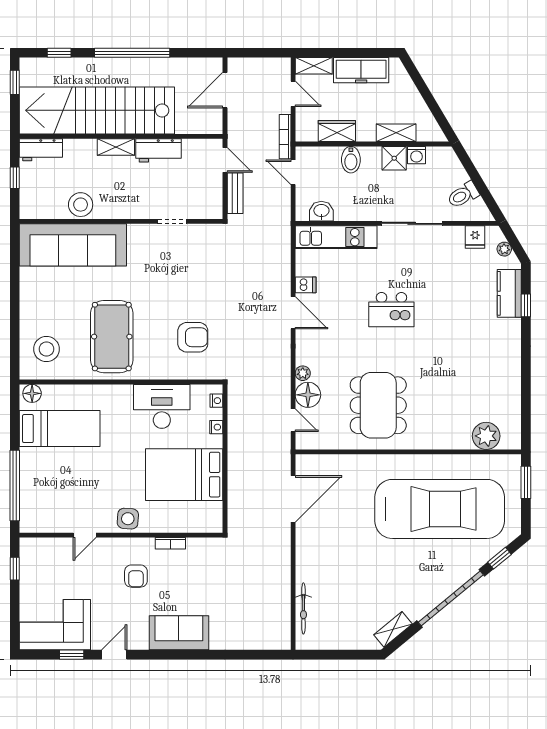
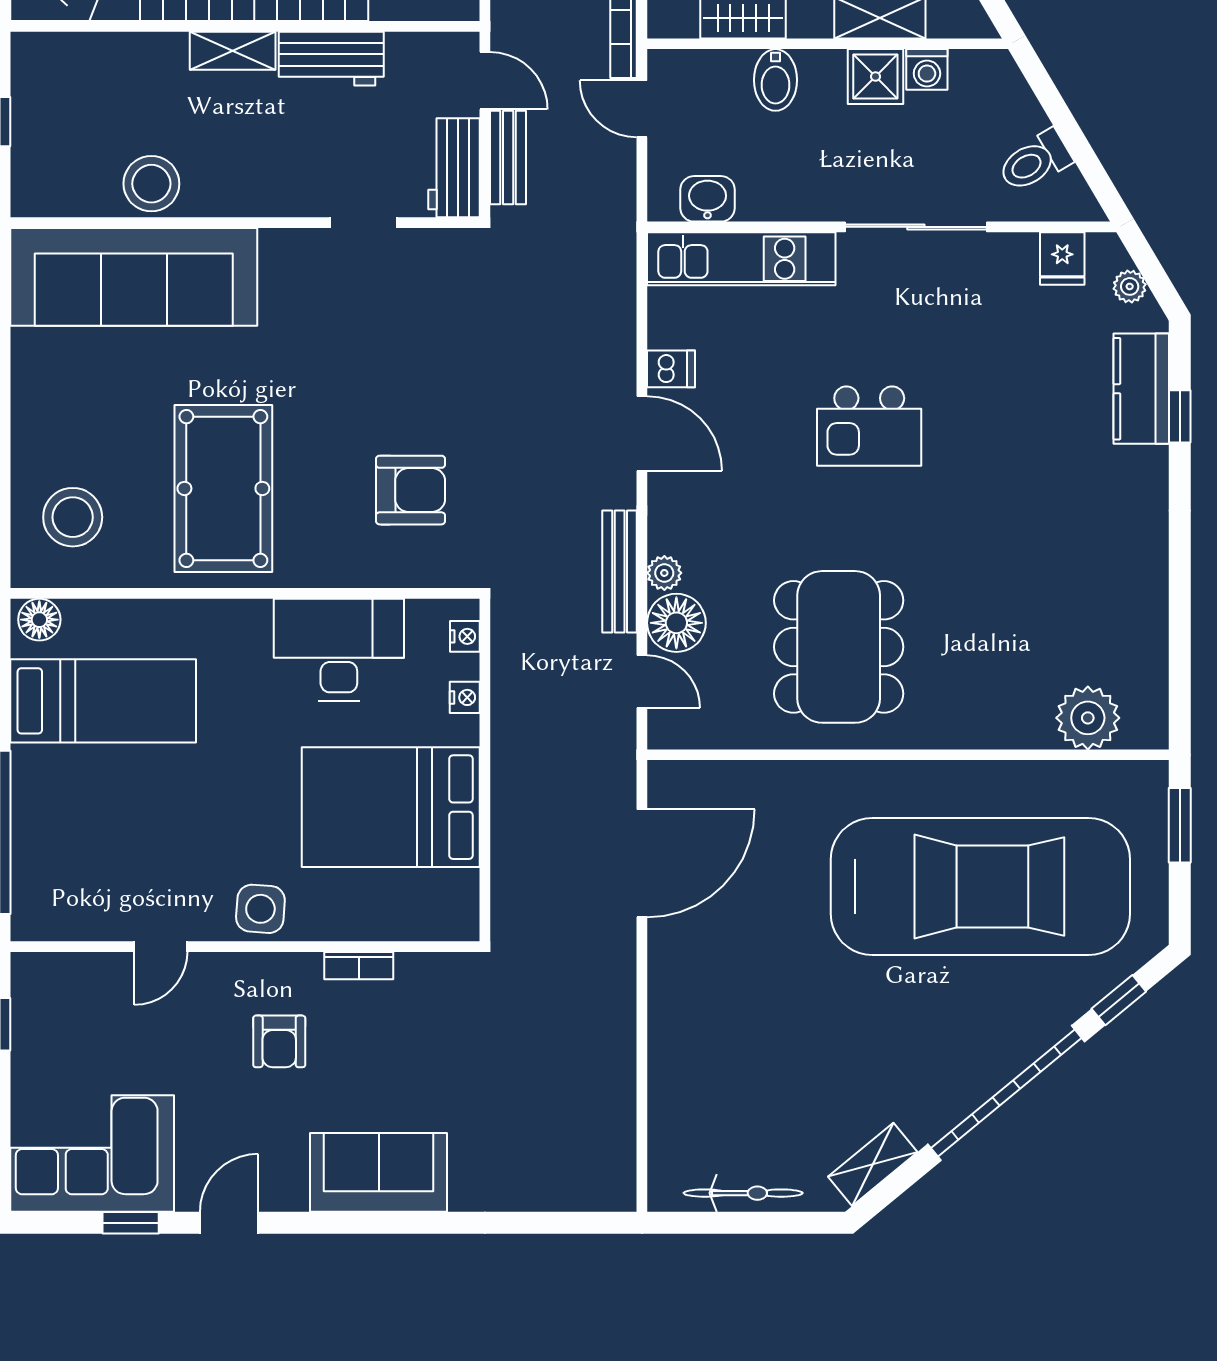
workbench: (41, 150) -> (454, 168), moved, turned 90
bench: (283, 373) -> (620, 572), added
bicycle: (303, 608) -> (743, 1193), moved, turned -90

